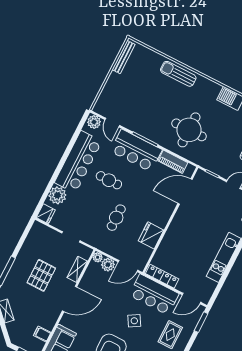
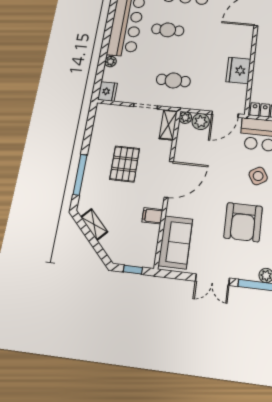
plant: (57, 195) -> (110, 62), width x0.53, depth x0.53
cafe table: (116, 218) -> (173, 80), moved, turned 90
shelving: (77, 269) -> (168, 125), moved
filing cabinet: (42, 334) -> (152, 216), moved

